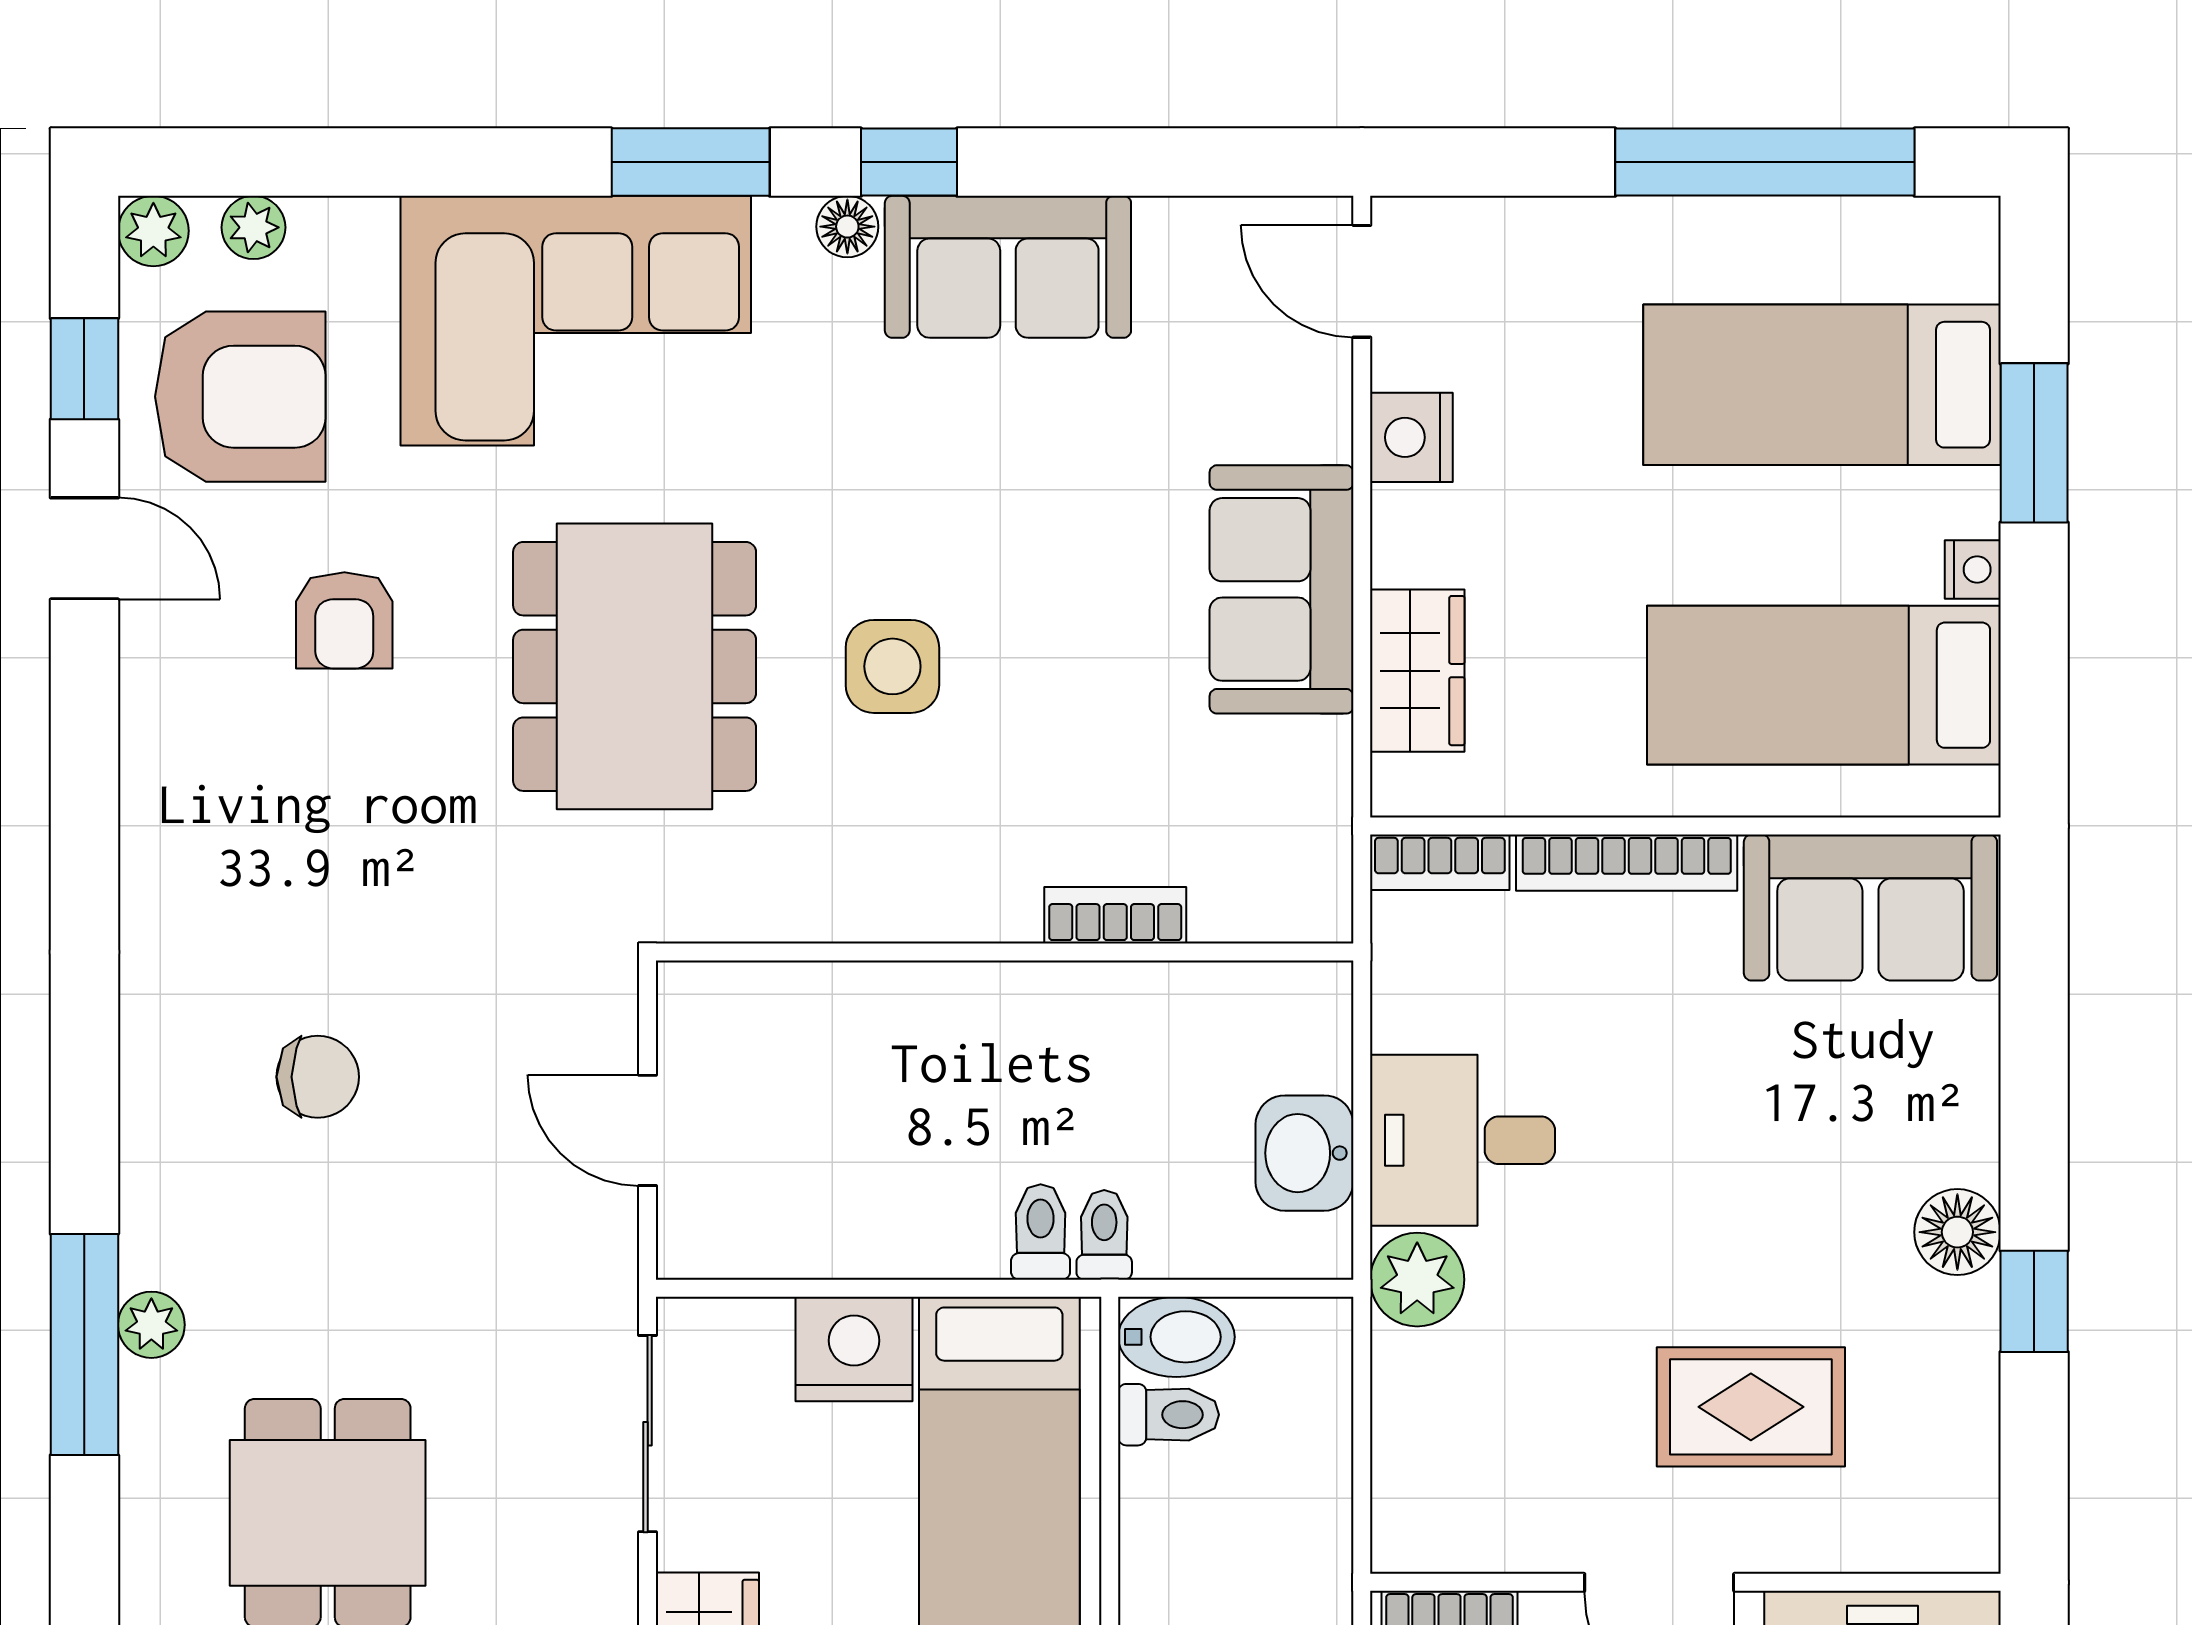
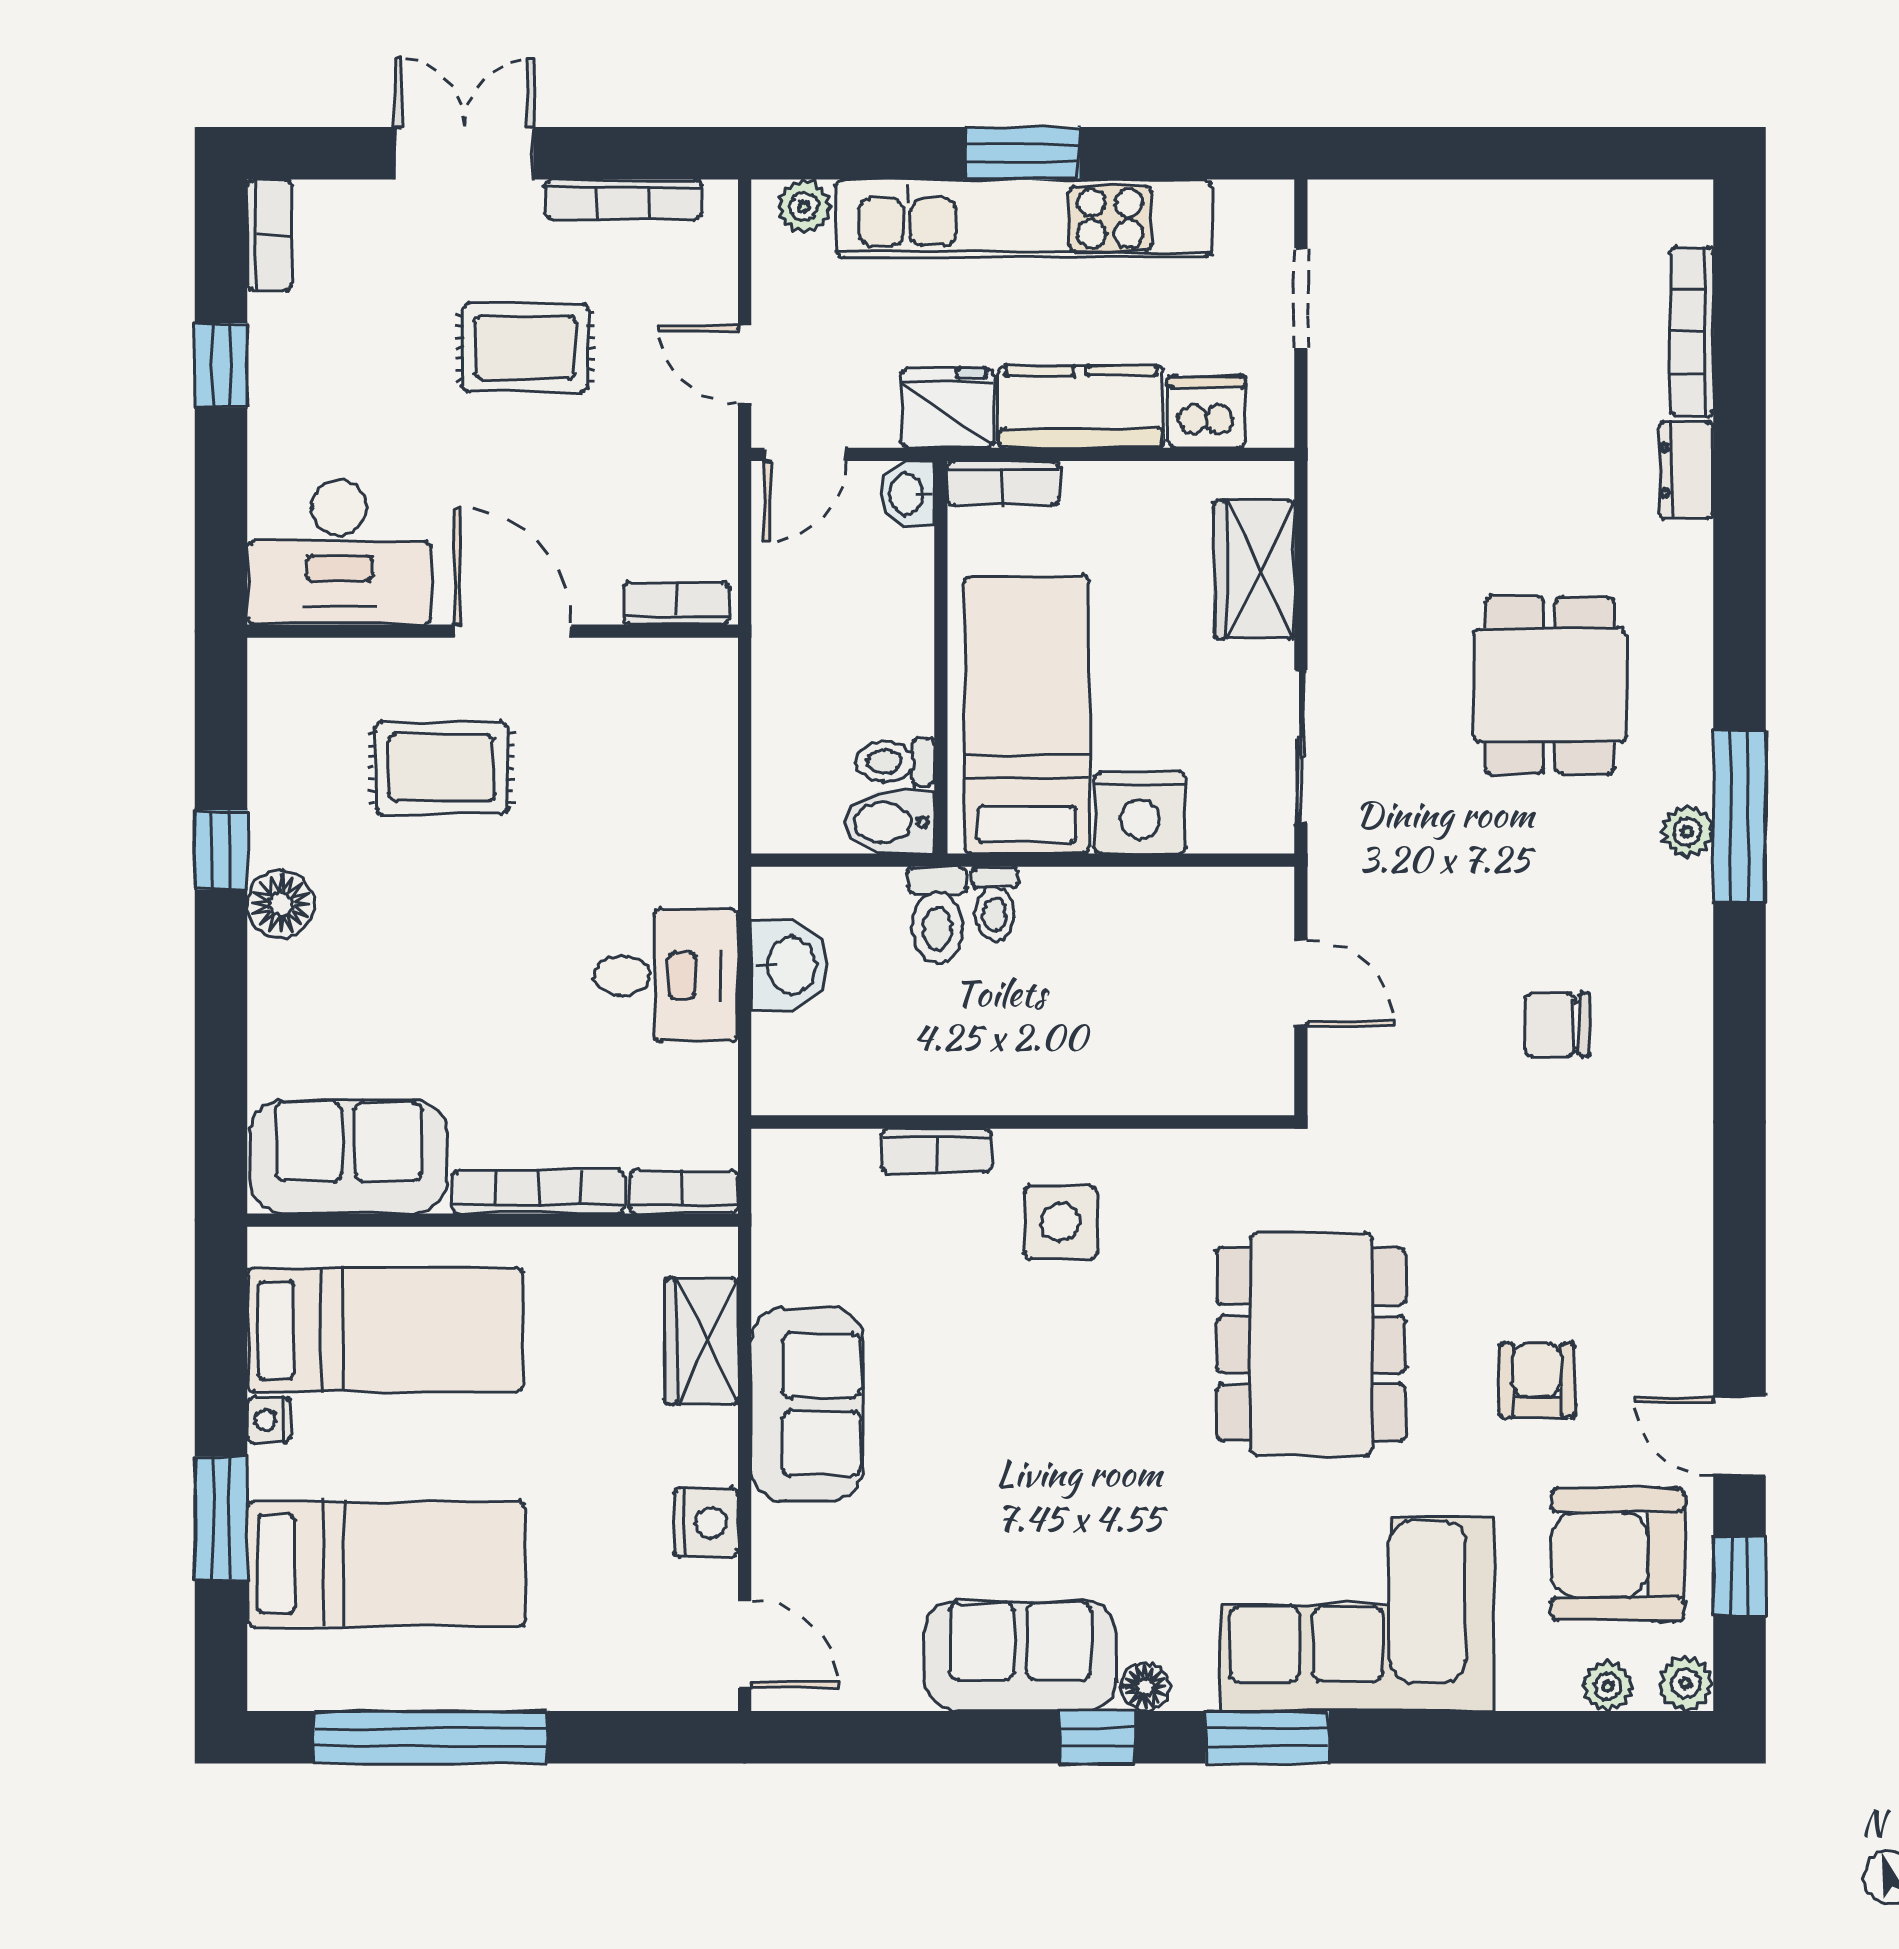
side table: (892, 666) -> (1061, 1222), moved
toilet: (1104, 1235) -> (937, 915), width x1.37, depth x1.39
plant: (1417, 1280) -> (701, 867), removed

